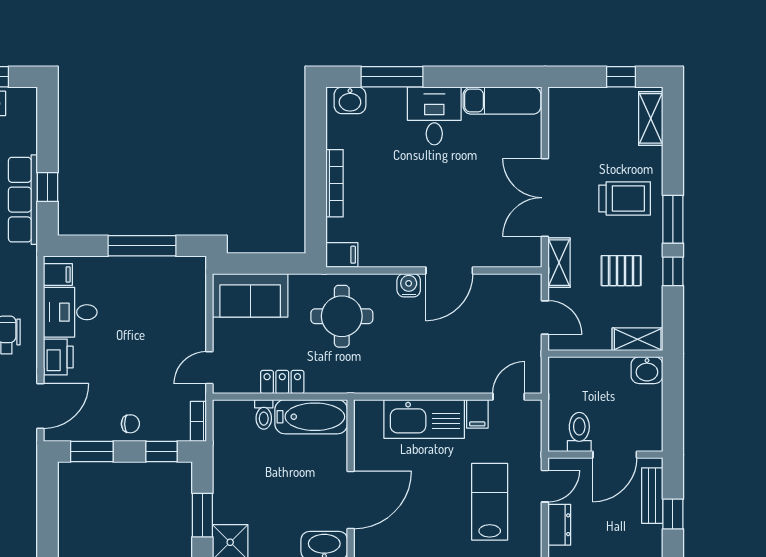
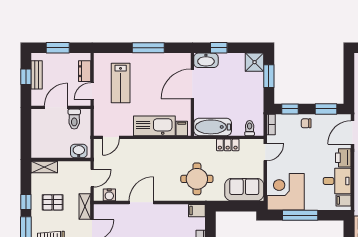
water cooler: (409, 285) -> (109, 195), moved
corner desk: (170, 291) -> (286, 192), added
door: (545, 318) -> (92, 178), swing flipped
washbasin: (647, 370) -> (79, 151), moved
toilet: (264, 414) -> (250, 128), moved
filing cabinet: (477, 414) -> (182, 128), moved
bench: (652, 496) -> (37, 75), moved

